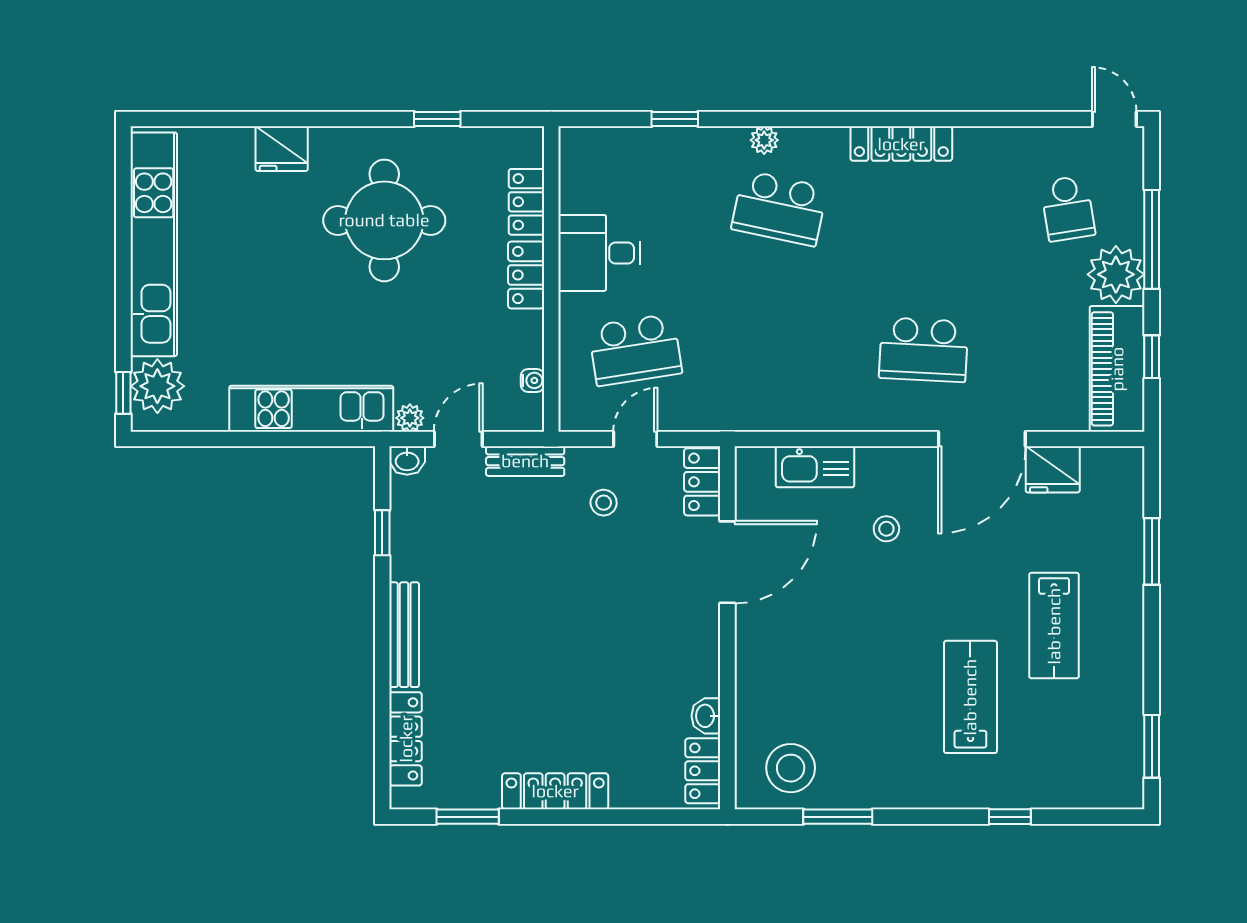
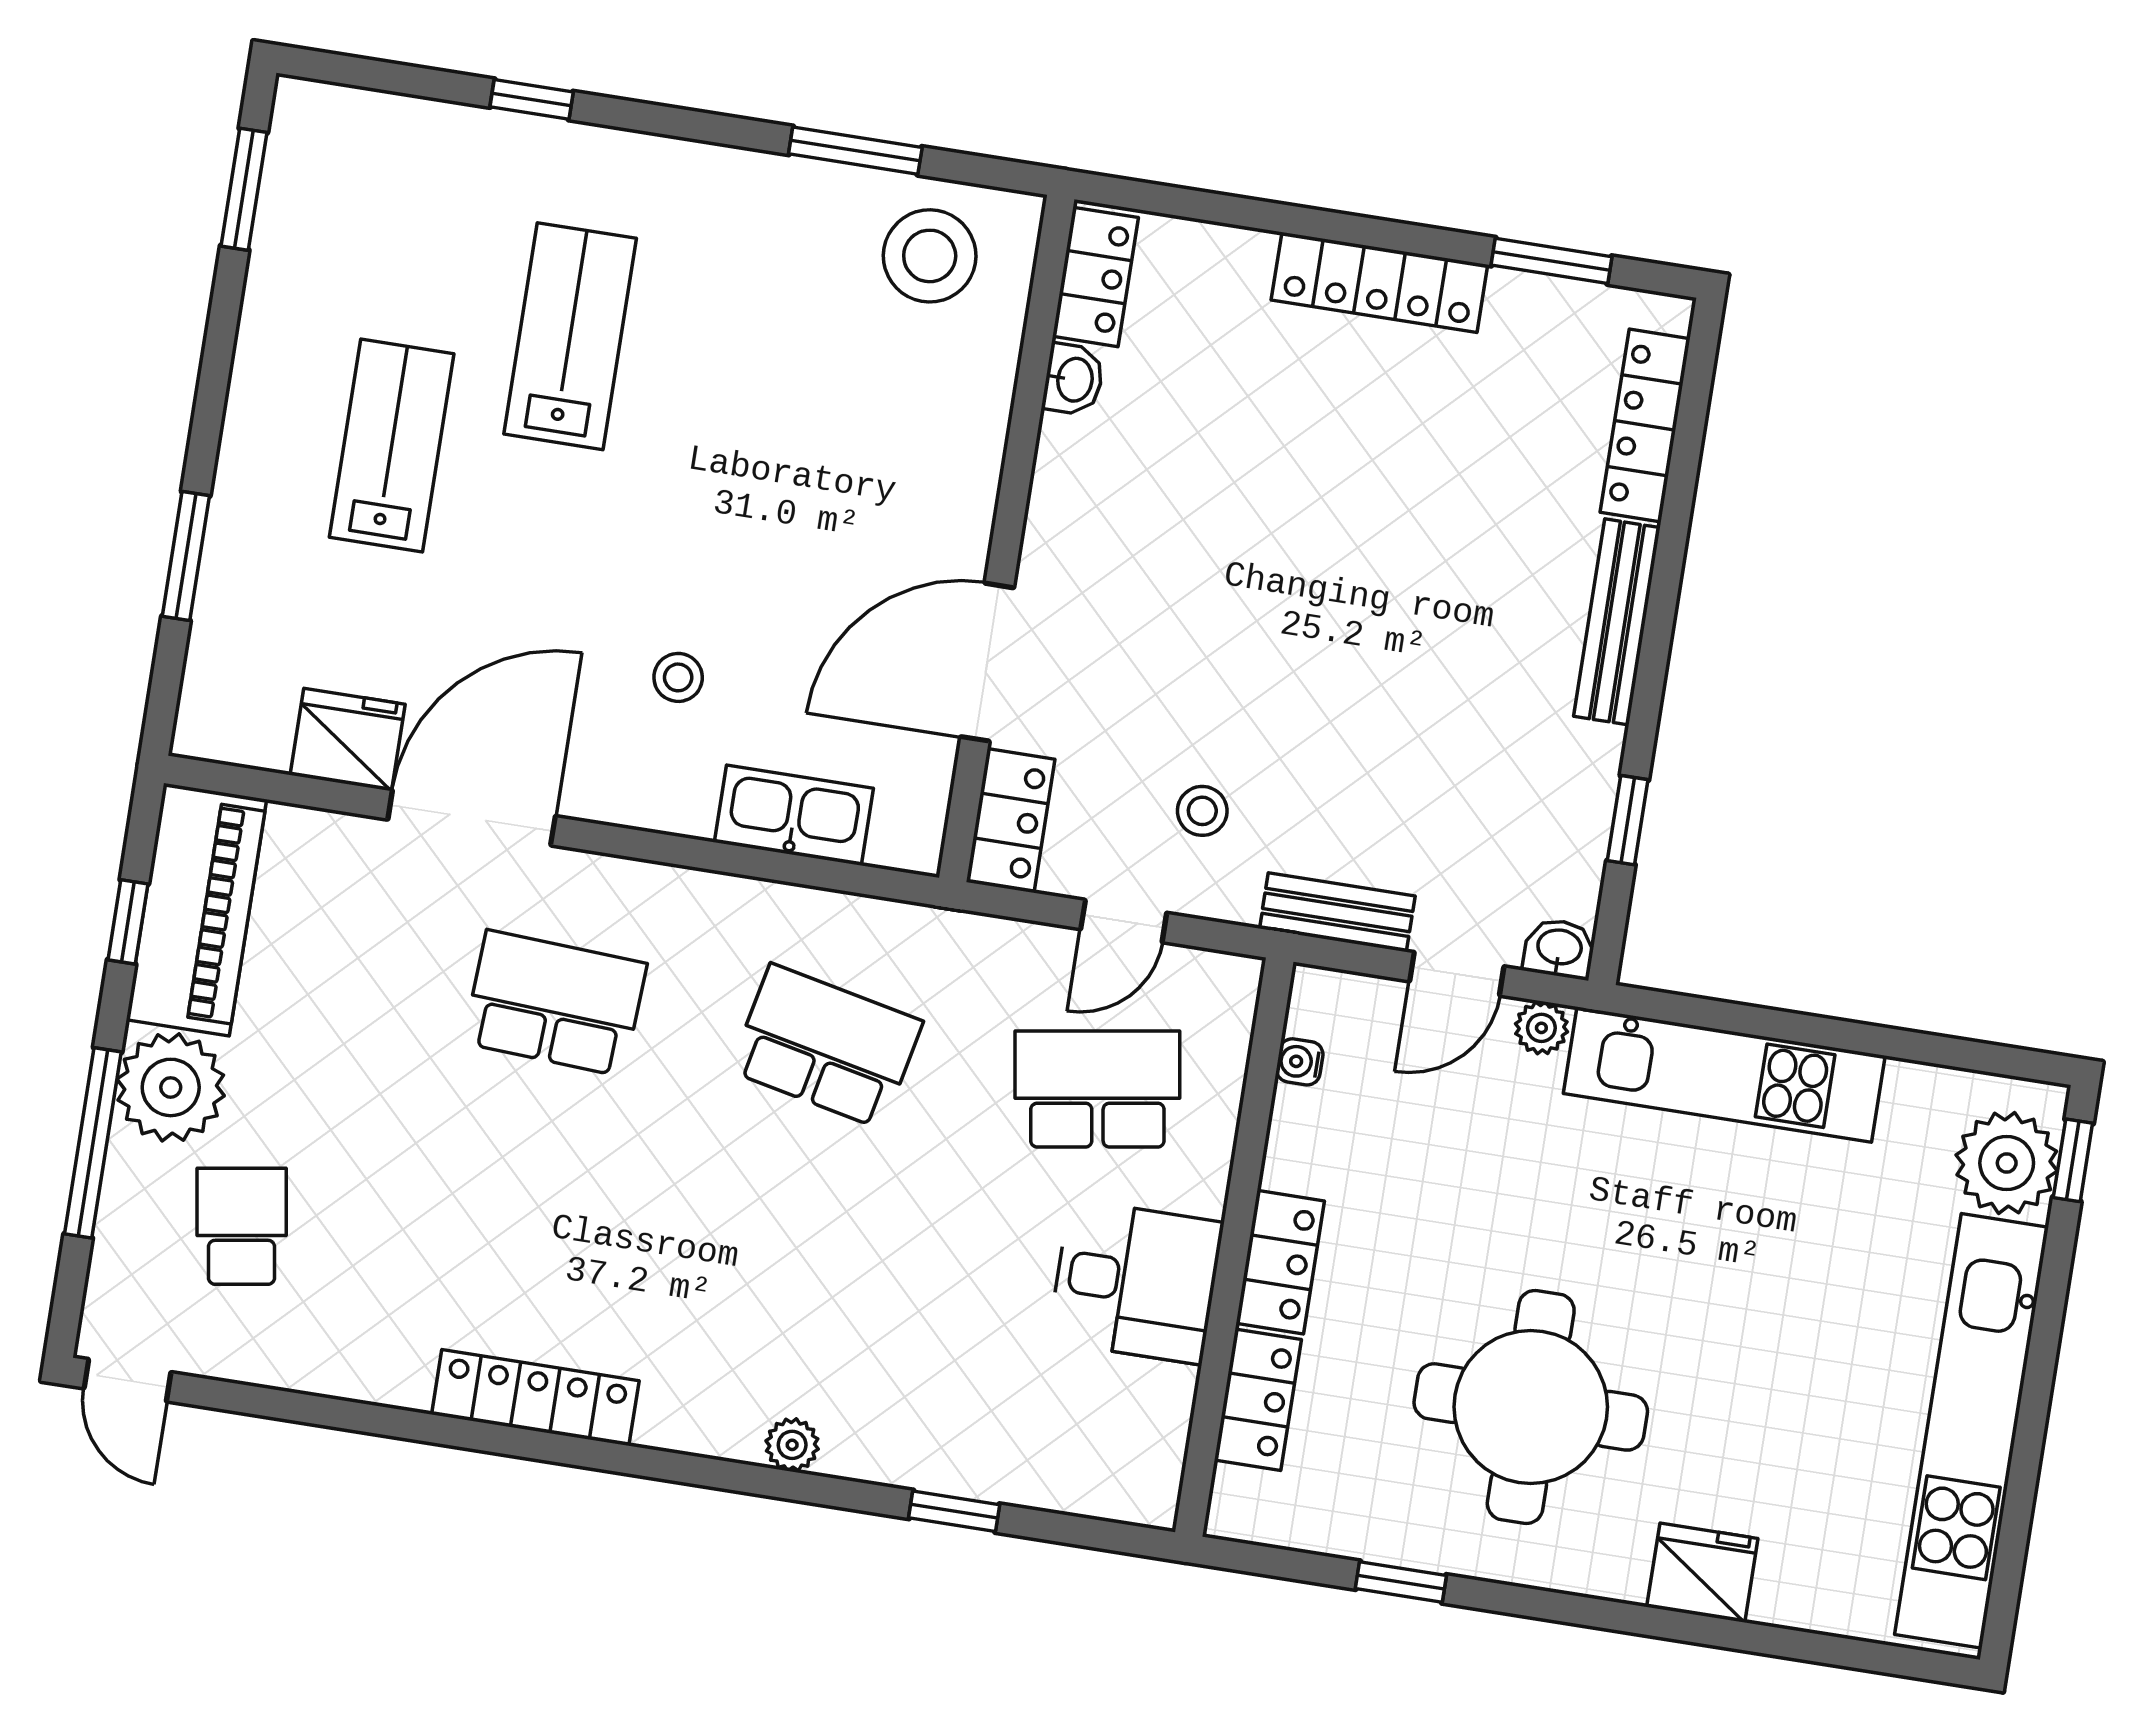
school desk: (779, 208) -> (826, 1046), moved
lab bench: (970, 697) -> (570, 336), turned 180

